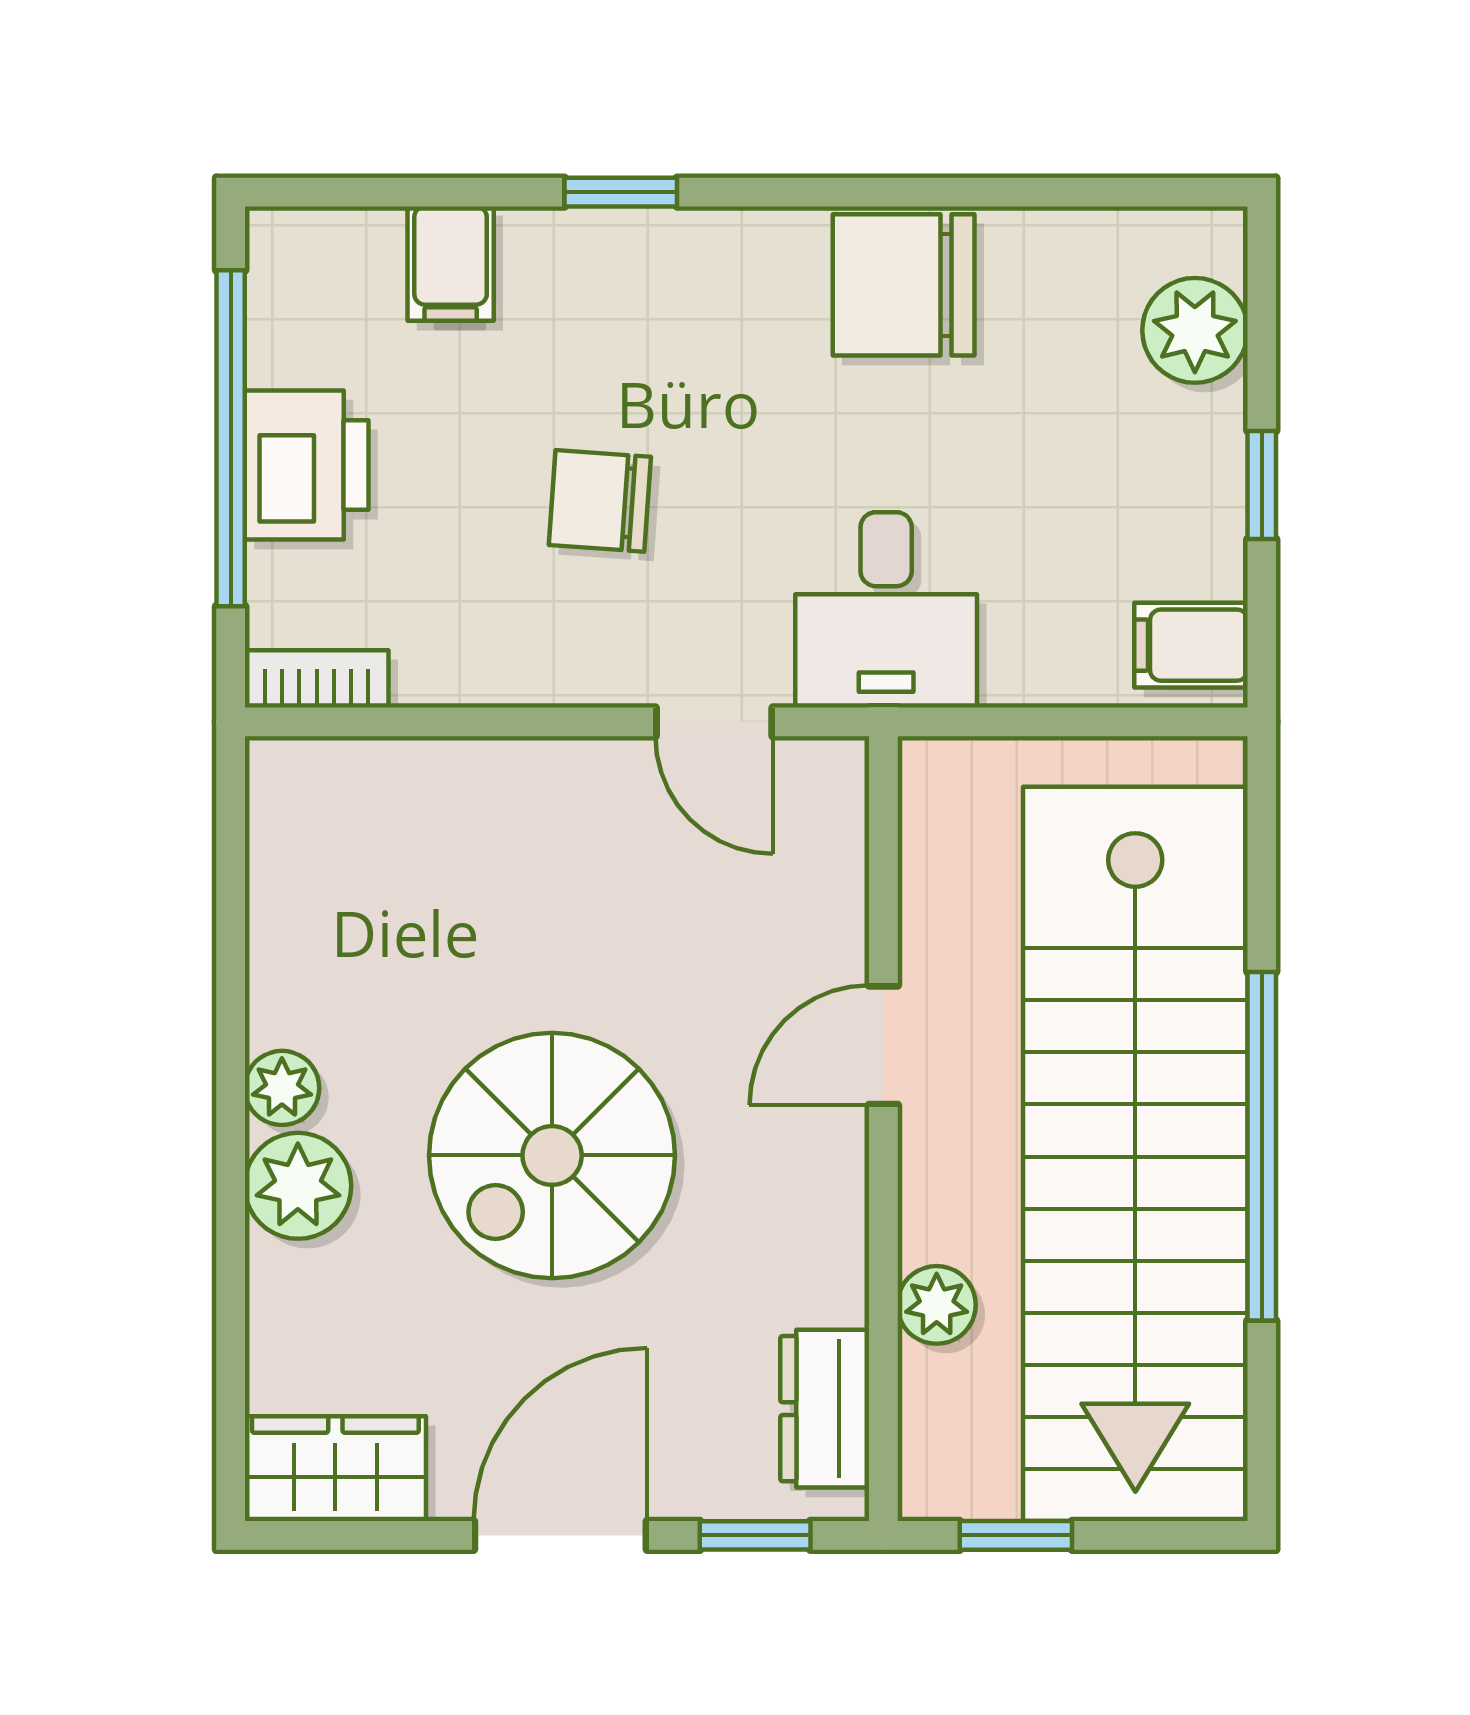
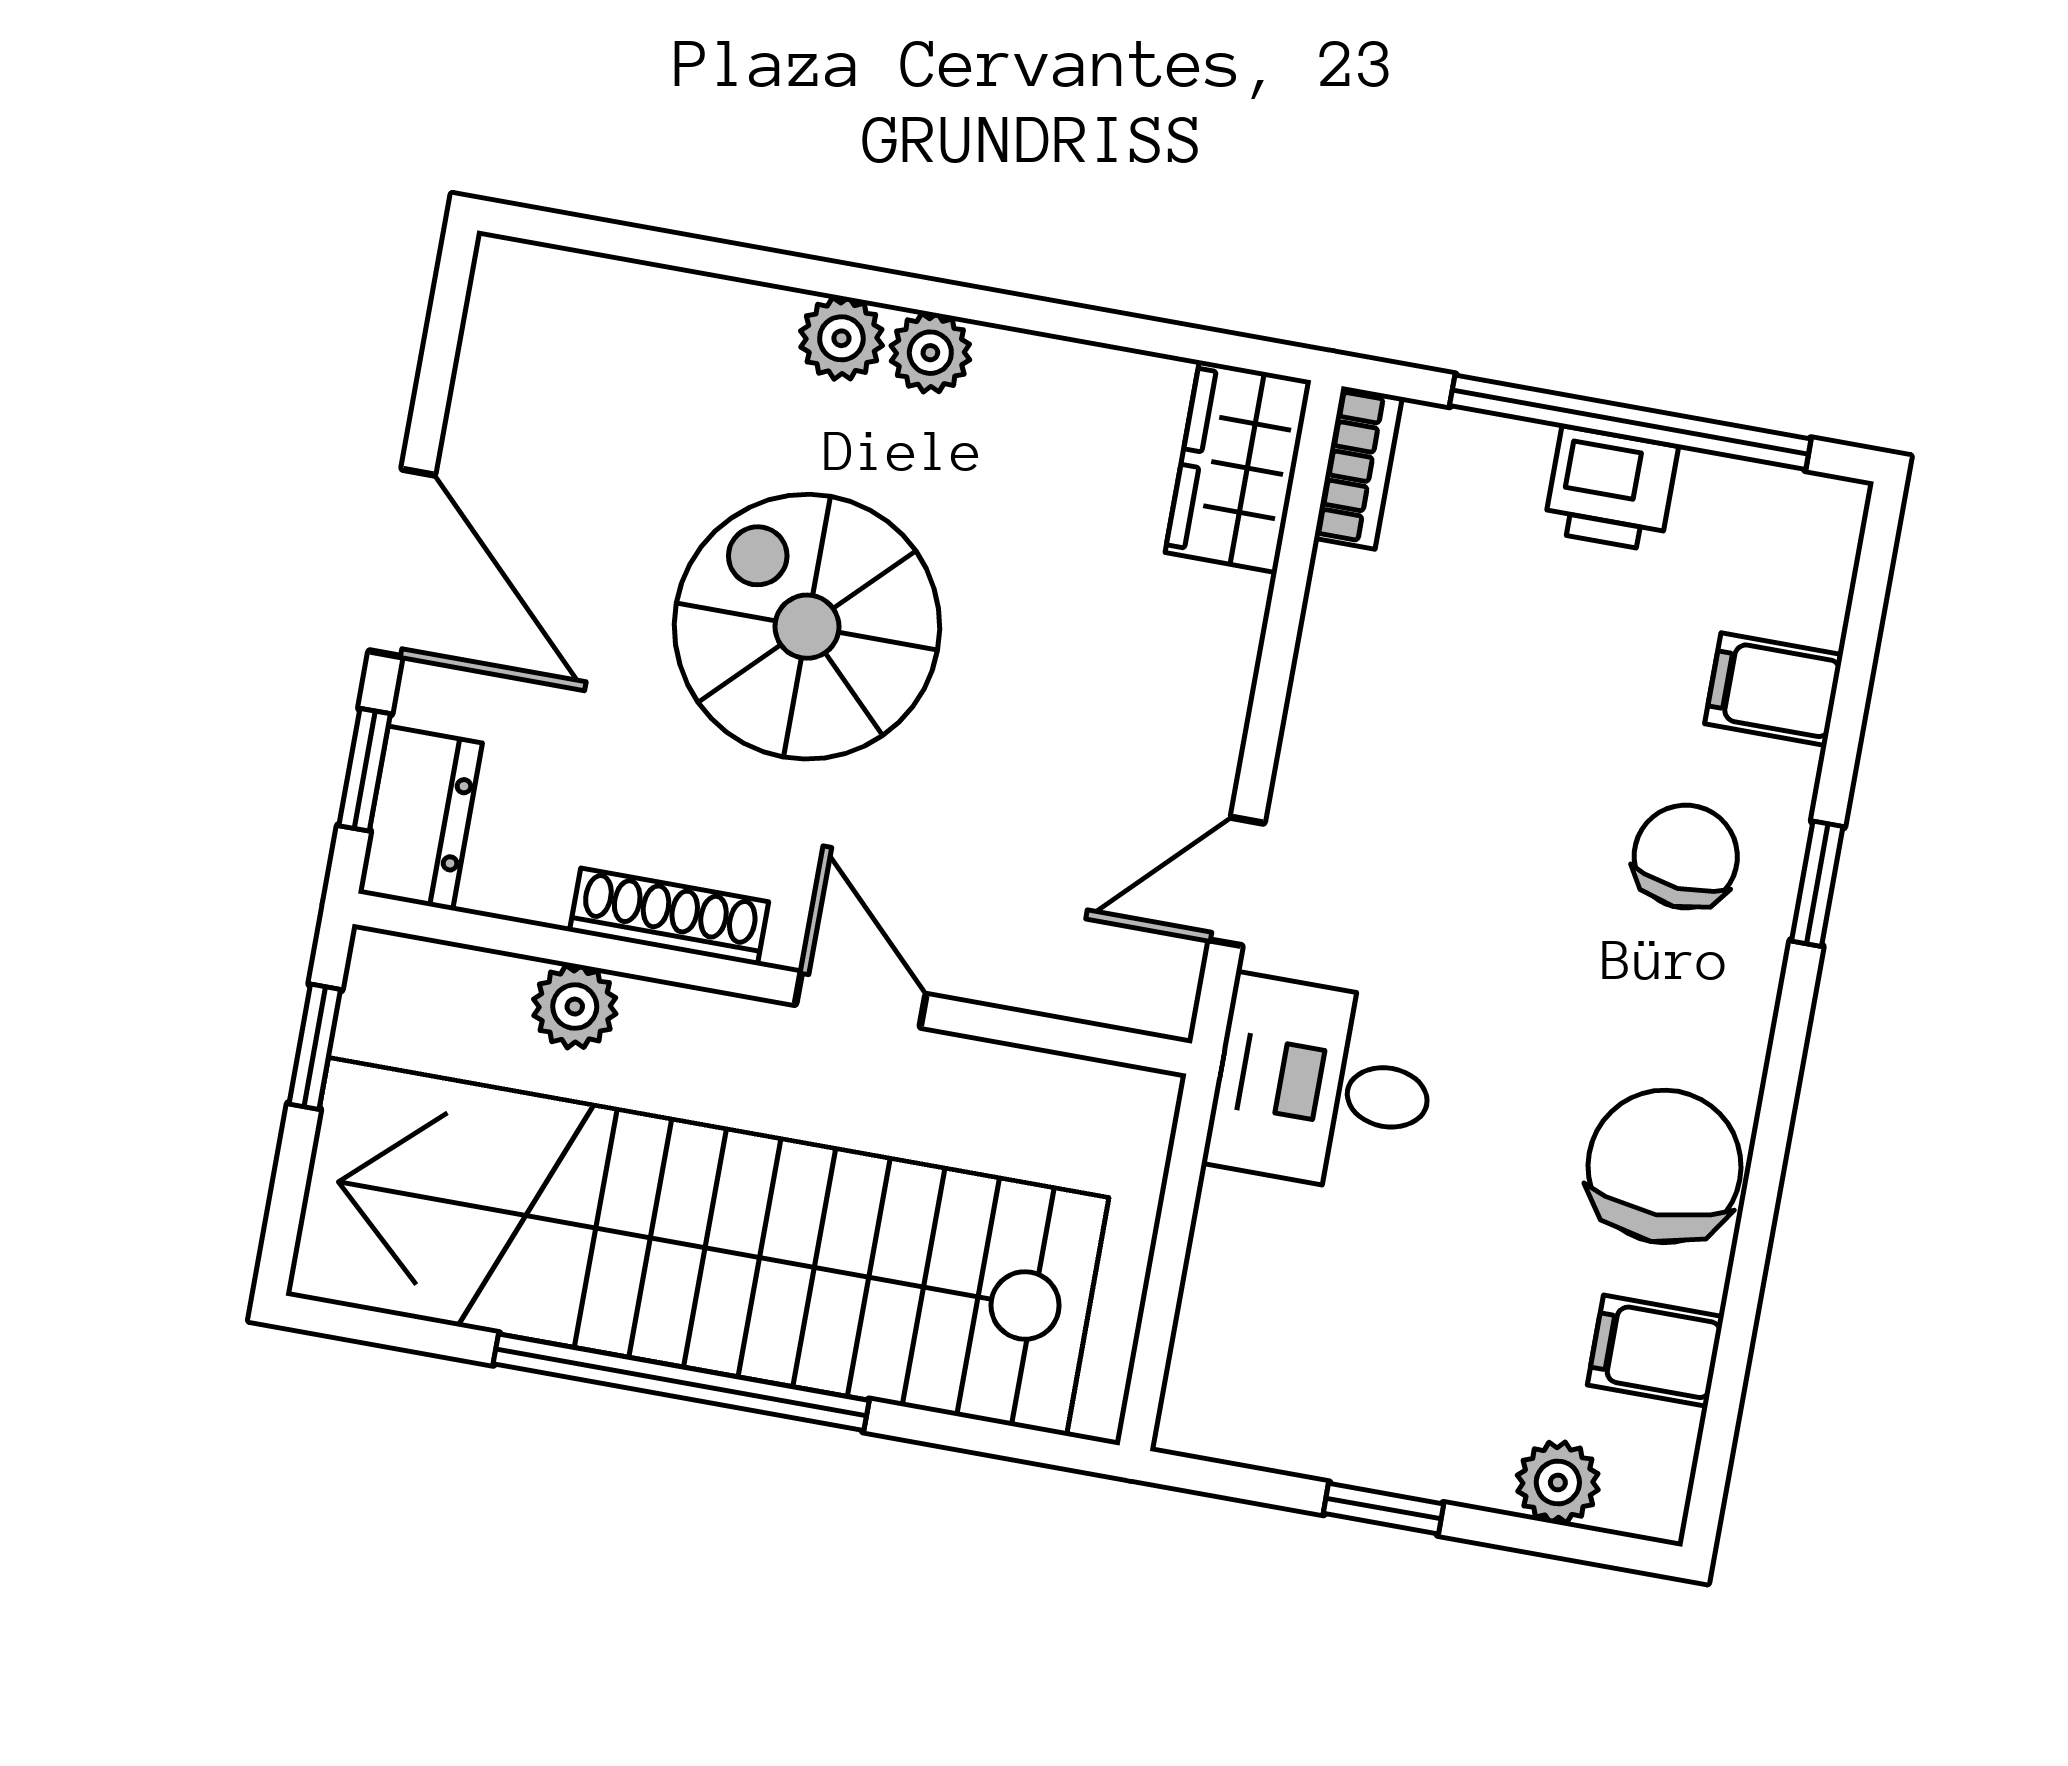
plant: (1195, 330) -> (1558, 1482), width x0.73, depth x0.73
printer: (307, 465) -> (1611, 489), width x0.73, depth x0.81
chair: (600, 501) -> (1686, 856), moved
filing cabinet: (1191, 645) -> (1656, 1351), moved, turned -90
plant: (298, 1186) -> (841, 338), width x0.73, depth x0.73
shoe rack: (839, 1234) -> (669, 917), added
dresser: (825, 1409) -> (420, 818), moved, turned 90
wardrobe: (335, 1469) -> (1238, 467), moved, turned 180

